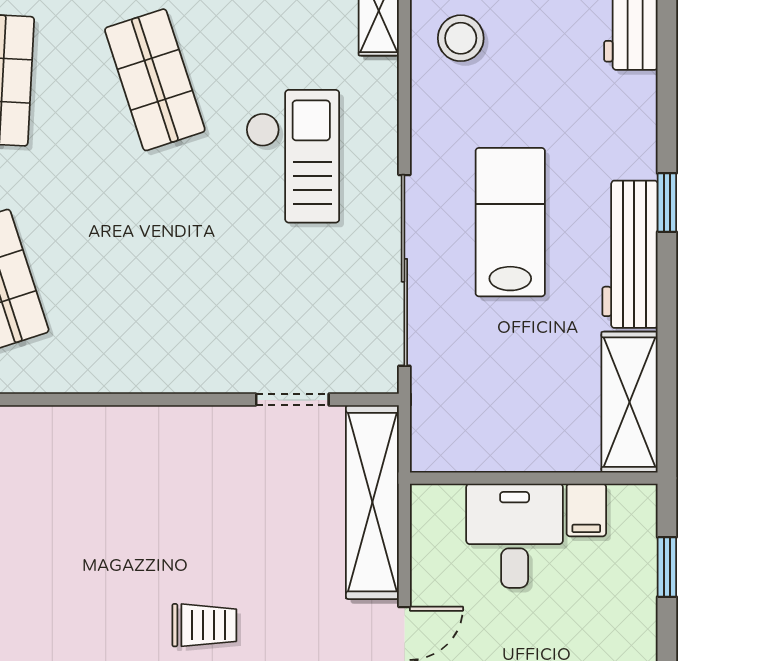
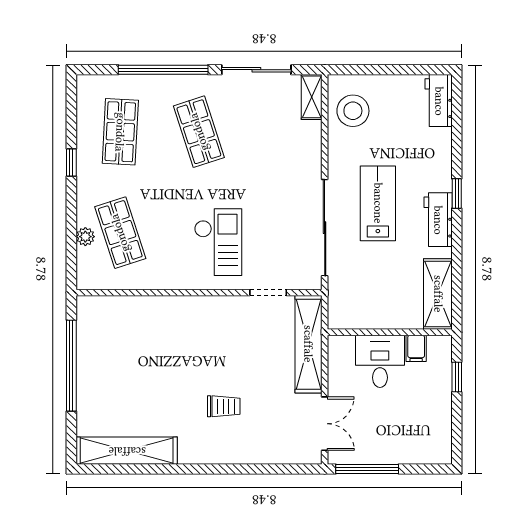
stool: (461, 38) -> (353, 111), width x1.38, depth x1.38
checkout: (293, 156) -> (218, 242), moved
workbench: (630, 254) -> (438, 220), width x0.73

